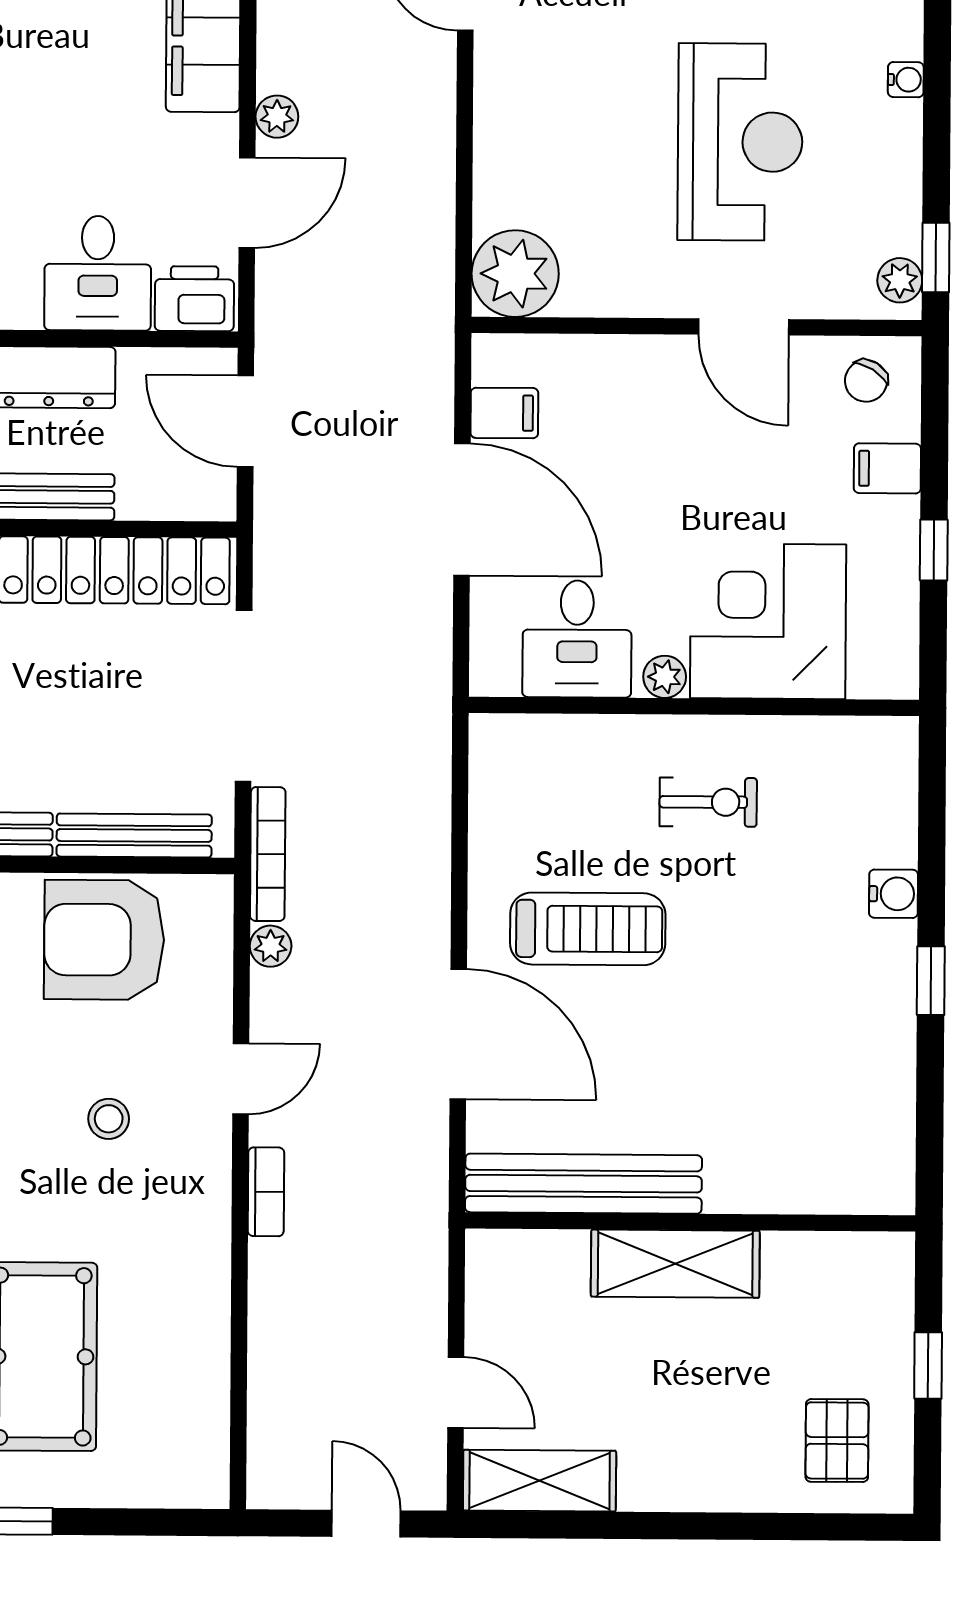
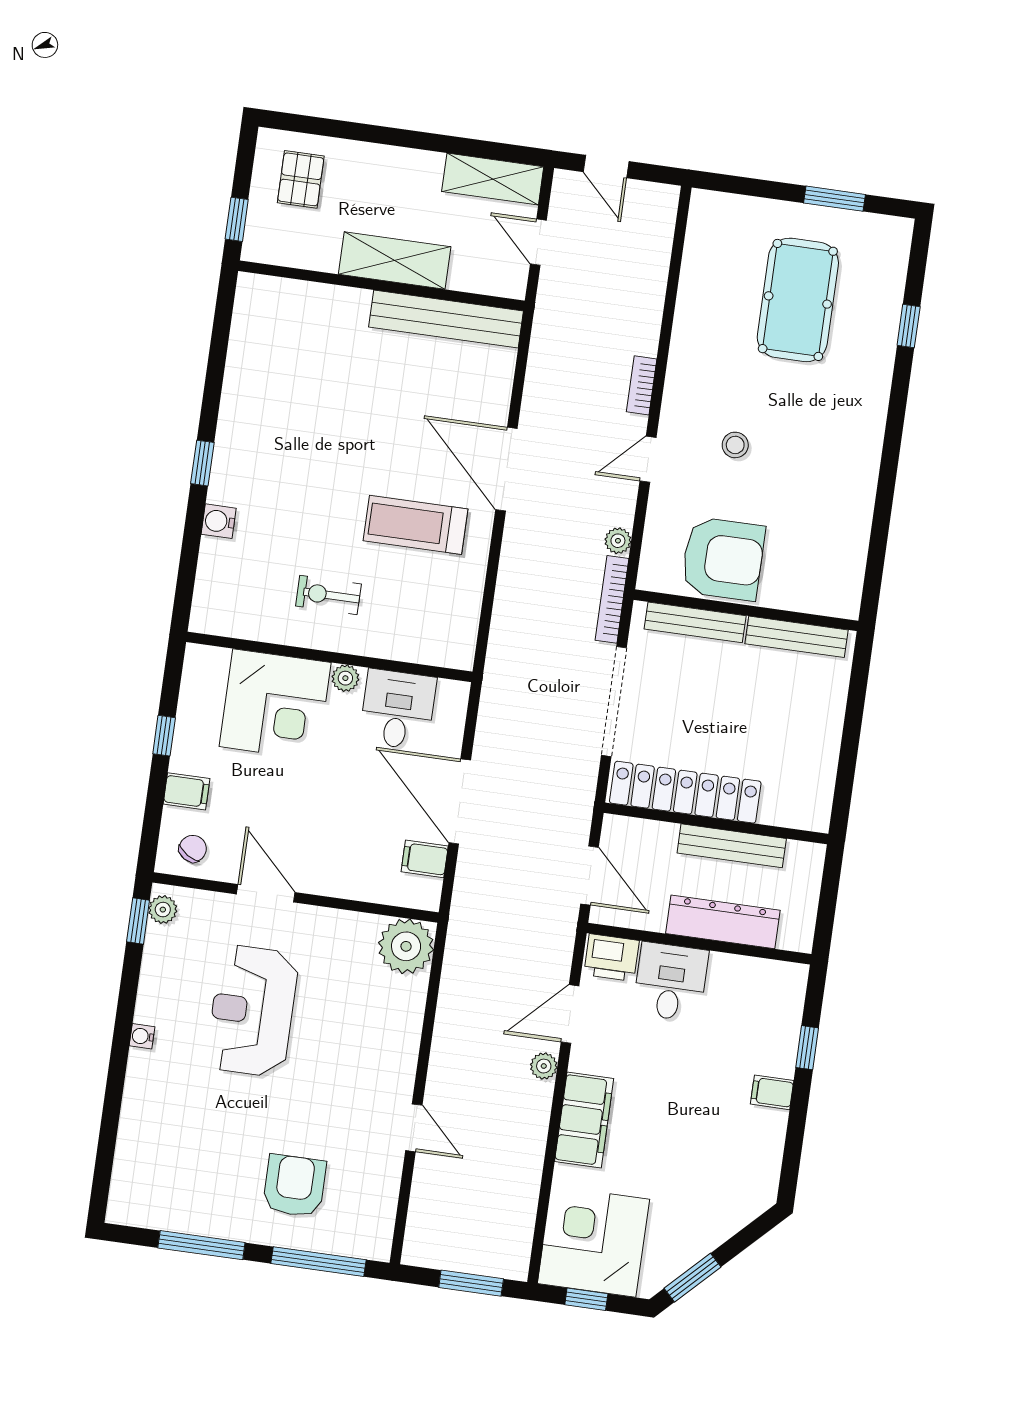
bench: (583, 1184) -> (446, 319), moved
wall: (690, 1222) -> (382, 286), moved
shelving: (675, 1264) -> (395, 261), moved

